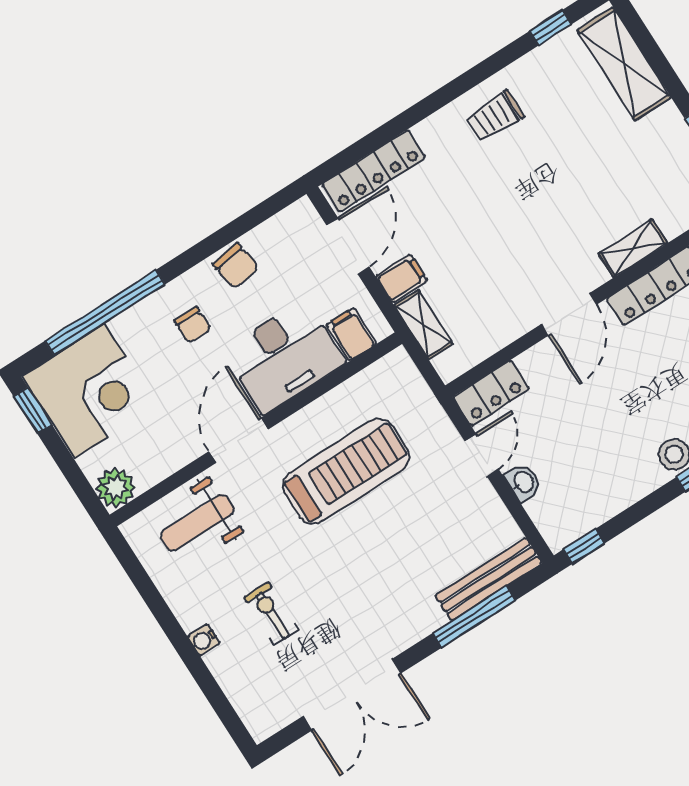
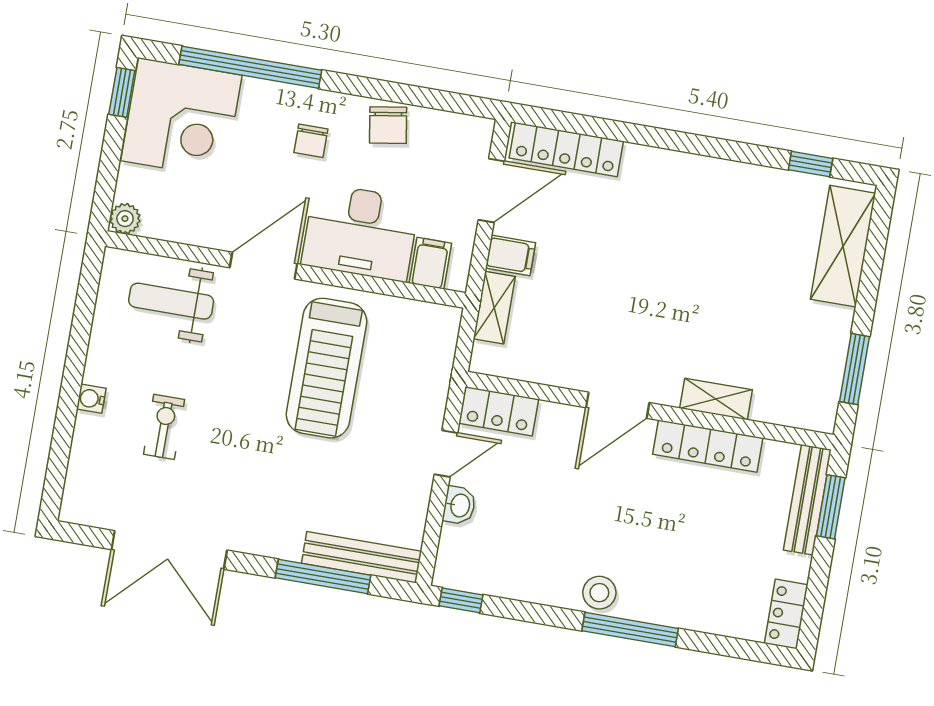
trolley: (495, 116) -> (702, 194), removed
treadmill: (346, 471) -> (326, 368), turned 90
plant: (116, 488) -> (125, 219), width x0.73, depth x0.73

